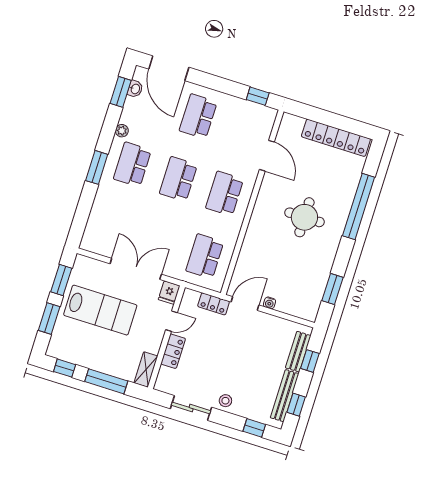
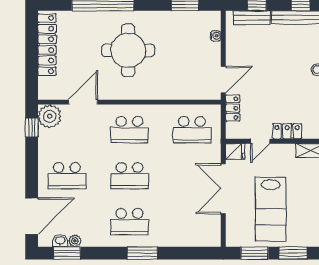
plant: (263, 118) -> (50, 116), added
plant: (122, 131) -> (75, 241), moved
round table: (304, 217) -> (128, 50), width x1.36, depth x1.36
door: (245, 303) -> (223, 80), swing flipped
water cooler: (270, 303) -> (216, 36), moved
lab bench: (100, 310) -> (271, 209), turned 180
door: (172, 321) -> (260, 141), swing flipped

